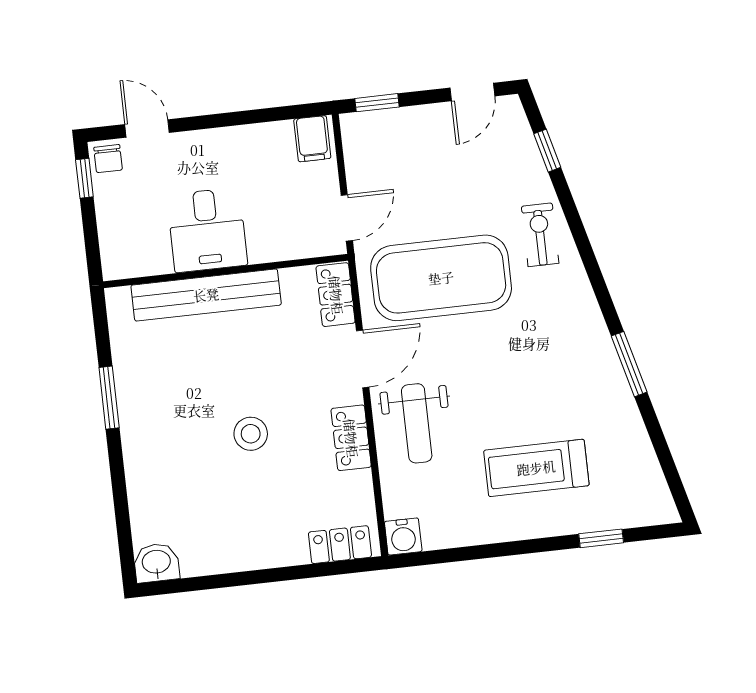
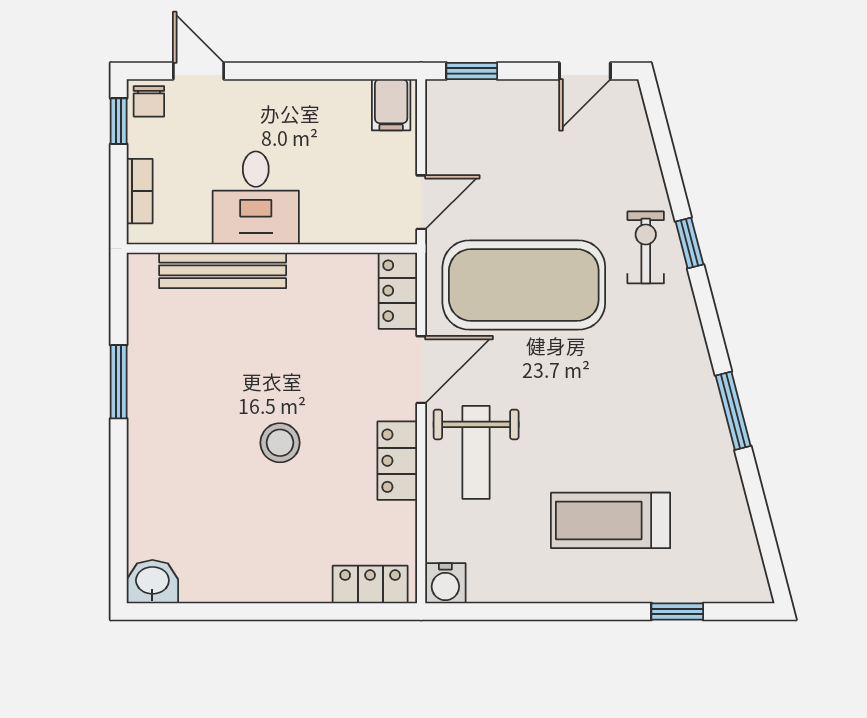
window: (547, 151) -> (689, 243), moved
bookcase: (109, 235) -> (140, 191), added
bench: (206, 295) -> (223, 270), width x0.73, depth x0.82

